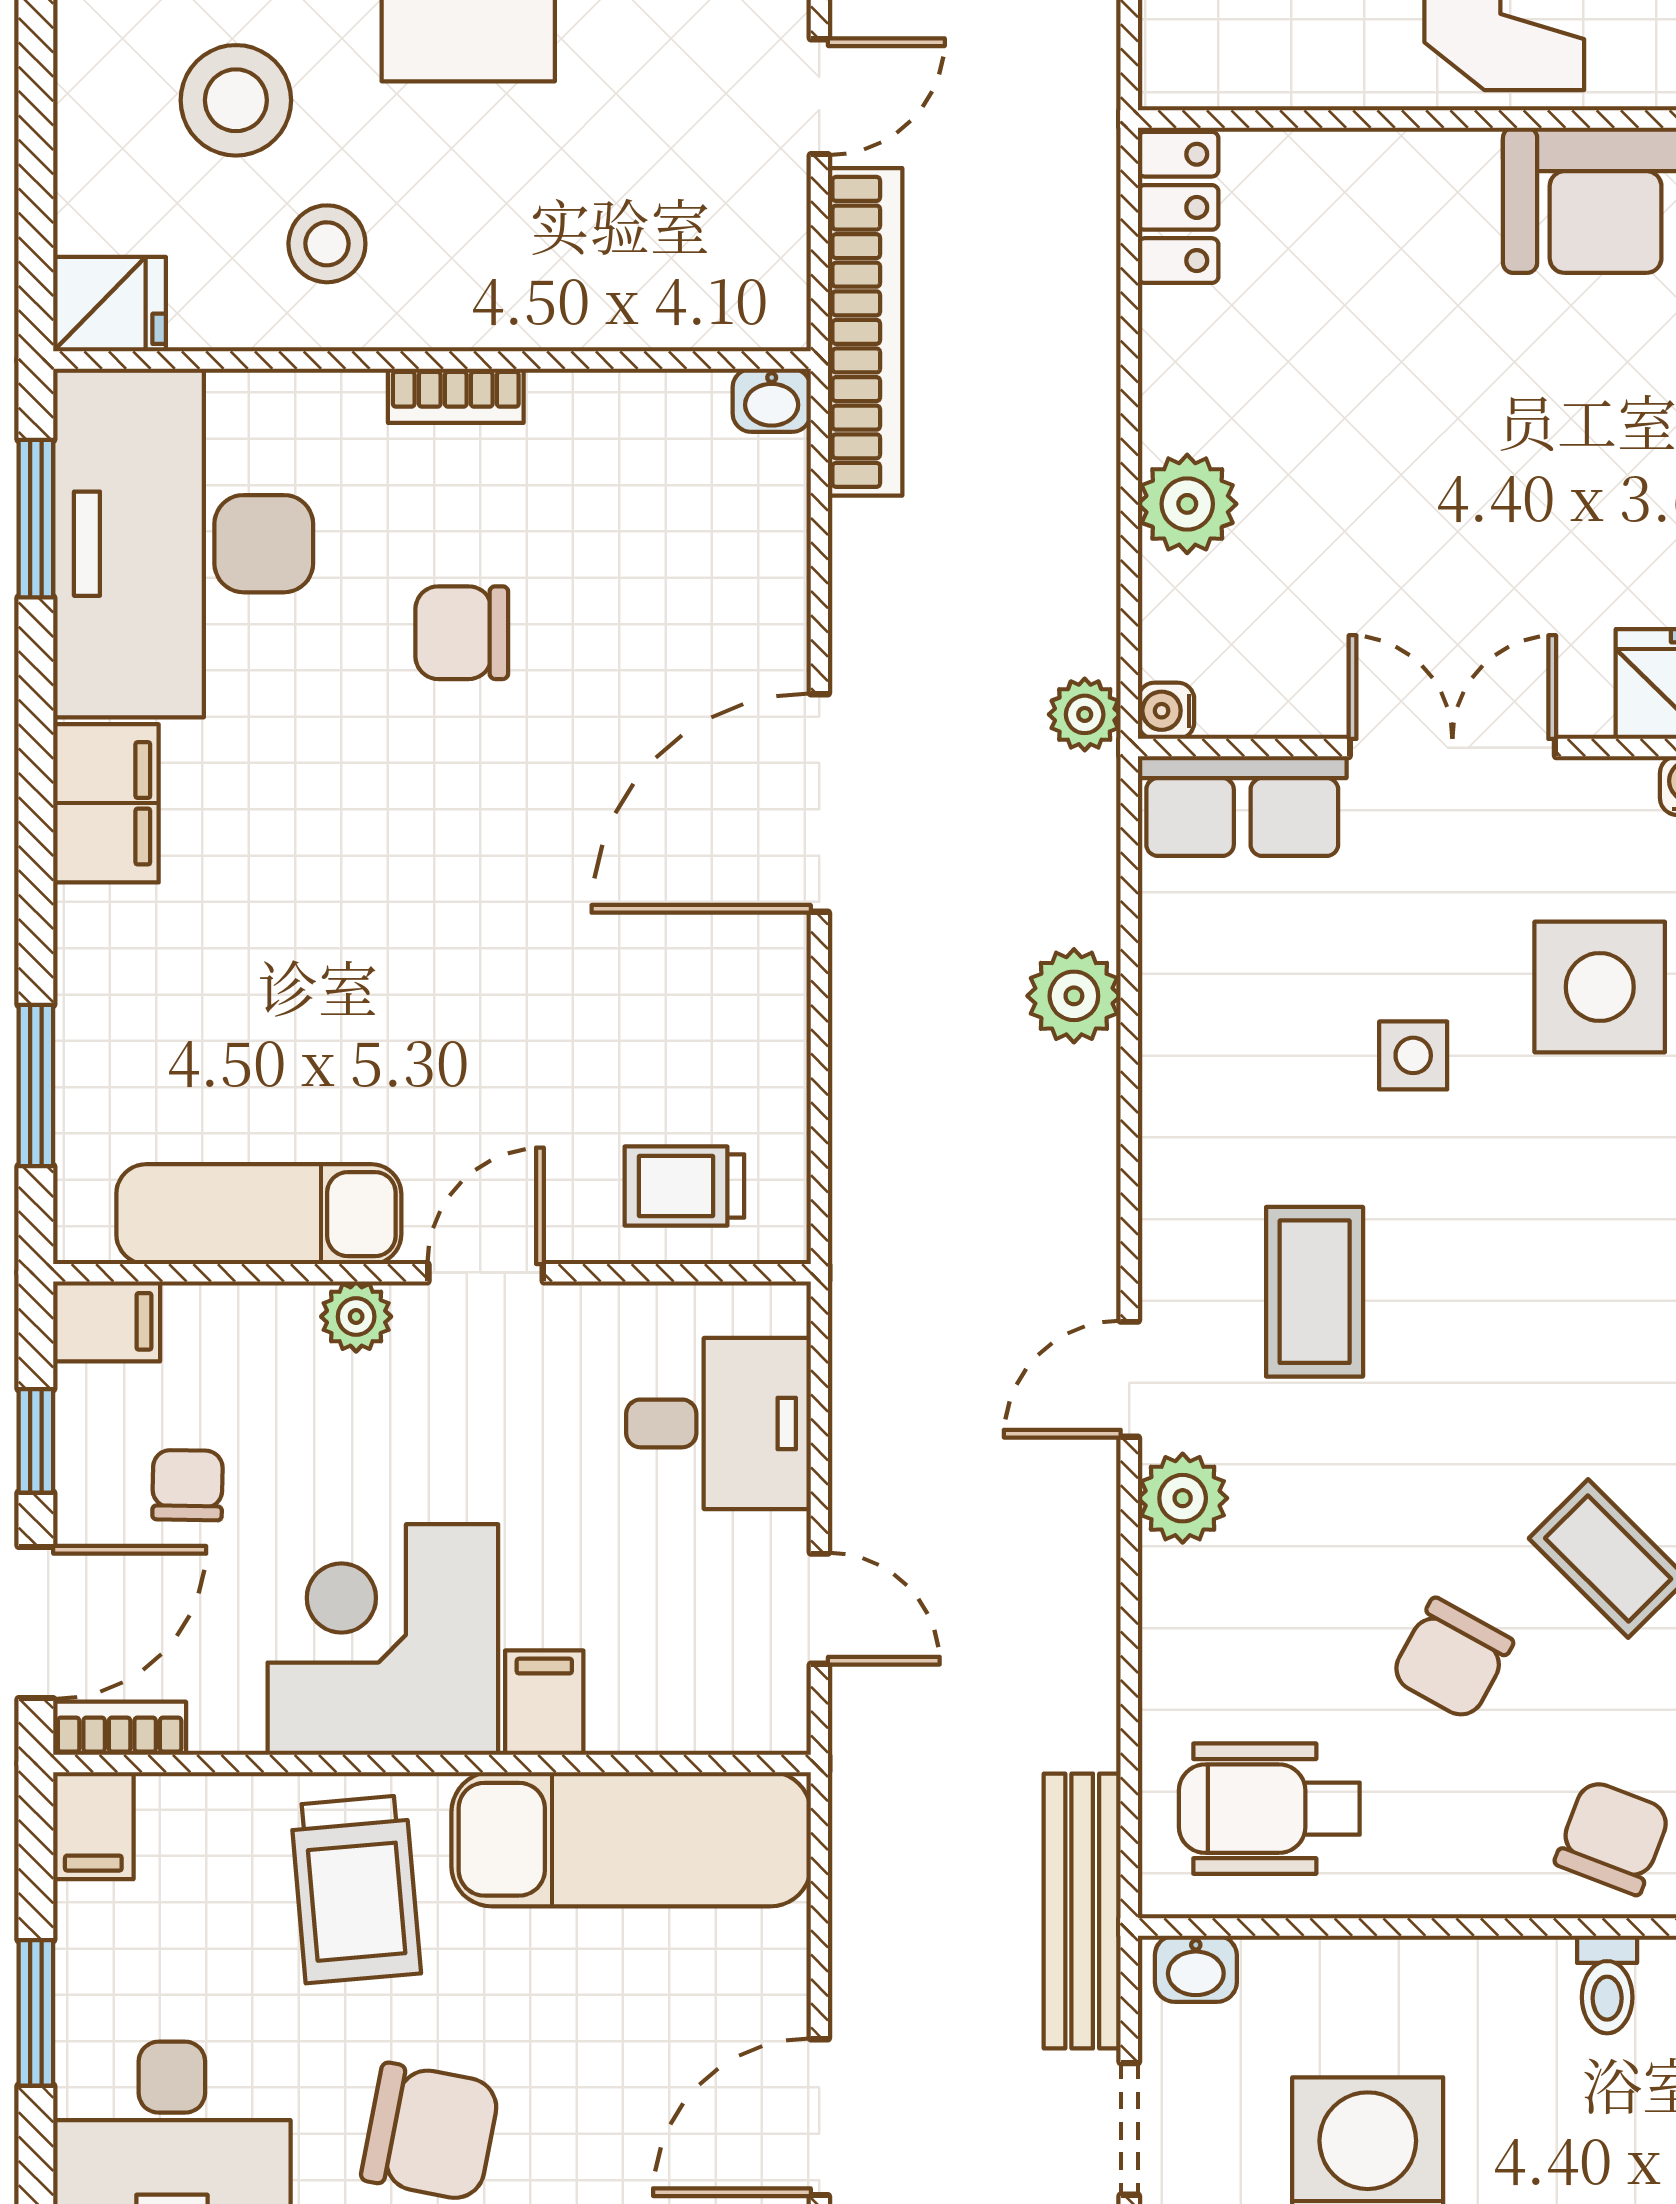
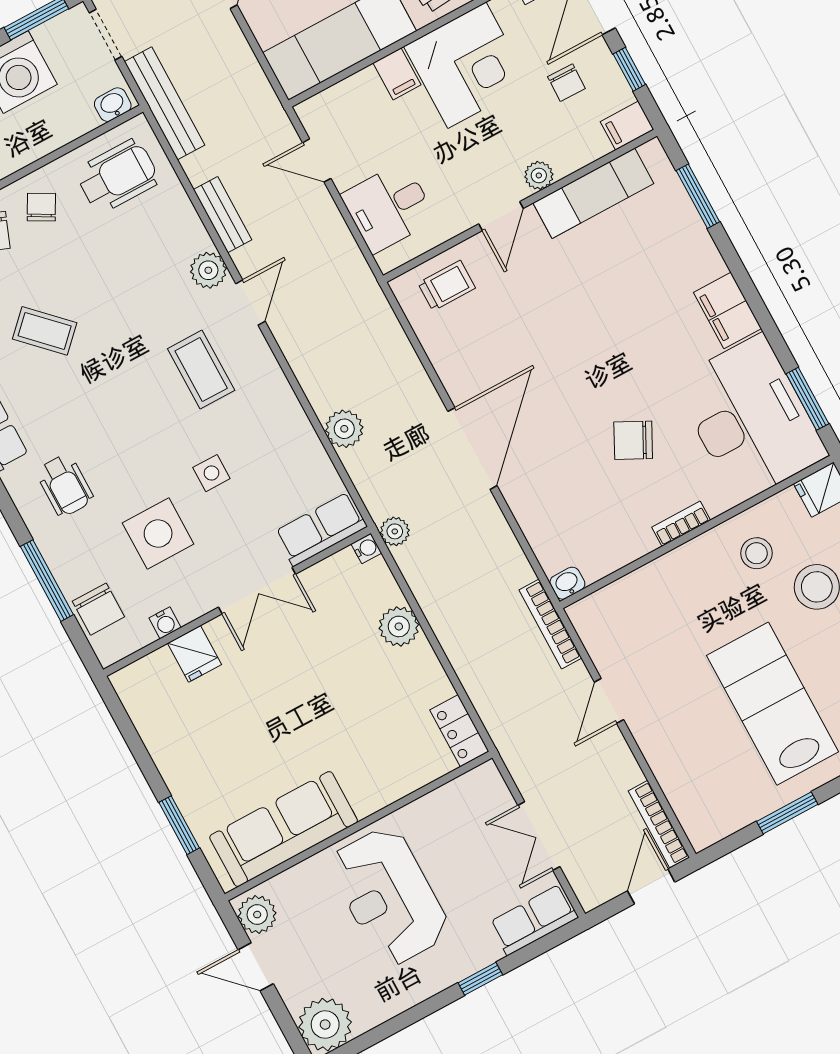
bookcase: (865, 332) -> (550, 624), width x0.68, depth x0.76
chair: (462, 633) -> (633, 440), turned -153
bench: (1087, 1602) -> (223, 215), added
chair: (1452, 1659) -> (41, 207), moved, width x0.73, depth x0.73

